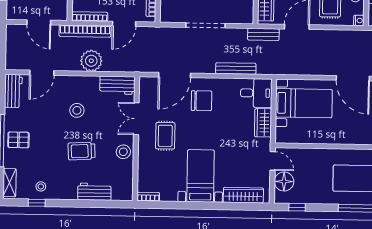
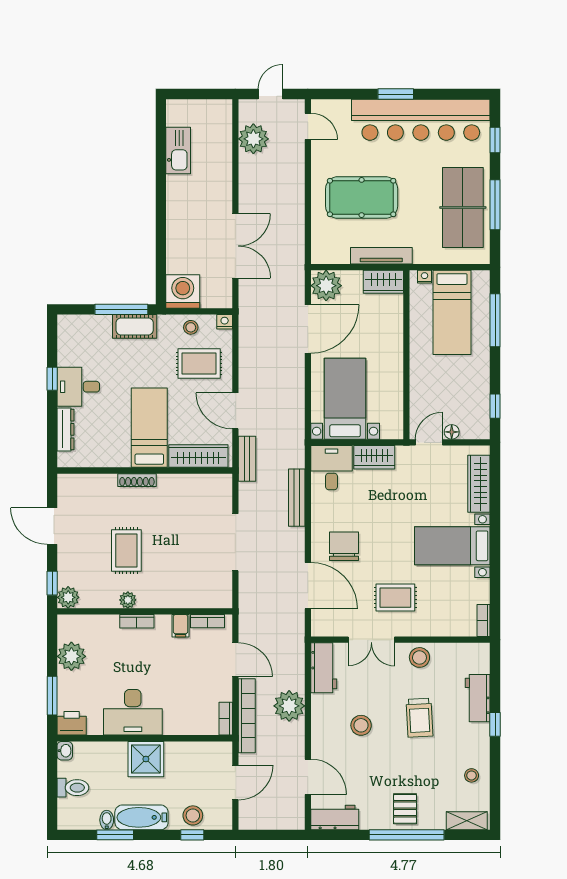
bookcase: (90, 17) -> (226, 719), width x0.64
floor lamp: (284, 181) -> (452, 432), width x0.53, depth x0.53
window: (37, 203) -> (495, 724), moved

